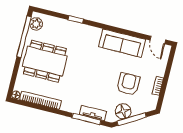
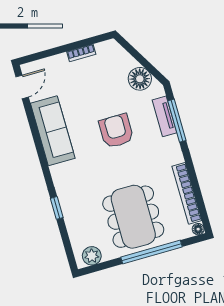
window: (24, 37) -> (152, 252), moved
armchair: (128, 84) -> (116, 131), moved, turned 90
window: (132, 119) -> (144, 62), removed

